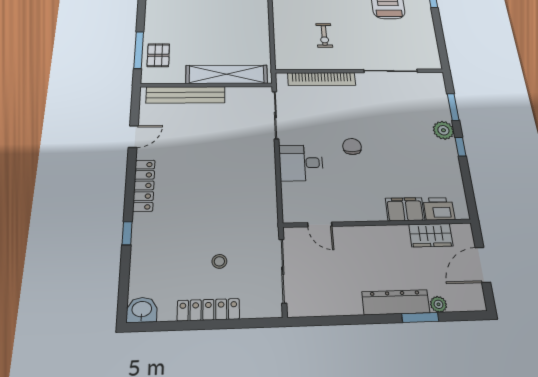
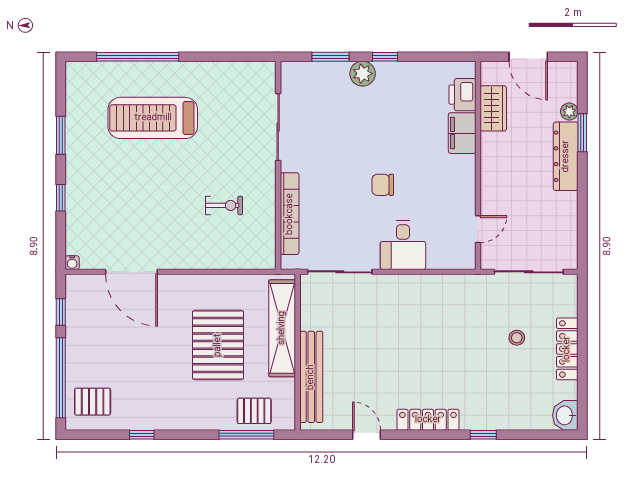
pallet: (213, 31) -> (218, 345), added

